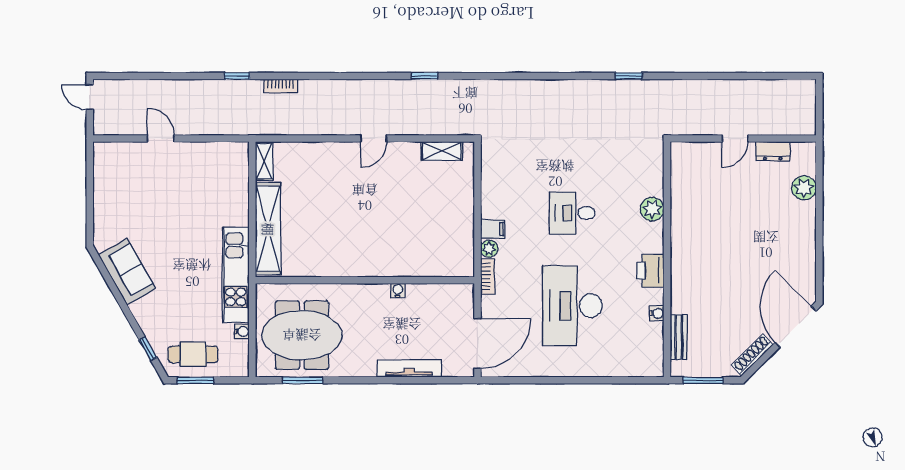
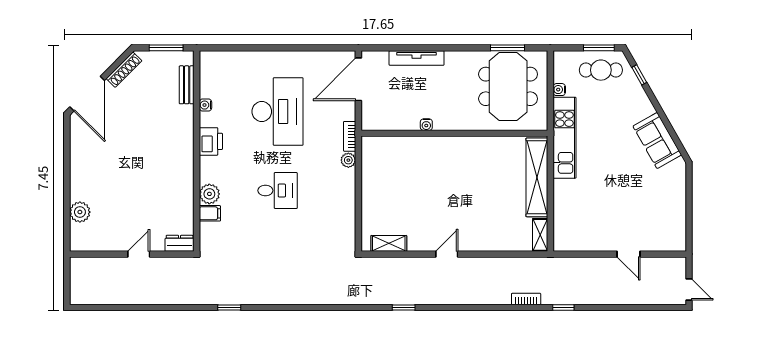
dresser: (773, 151) -> (180, 243), moved
filing cabinet: (493, 229) -> (210, 213), moved, turned 180
meeting table: (302, 335) -> (508, 86), turned 90

